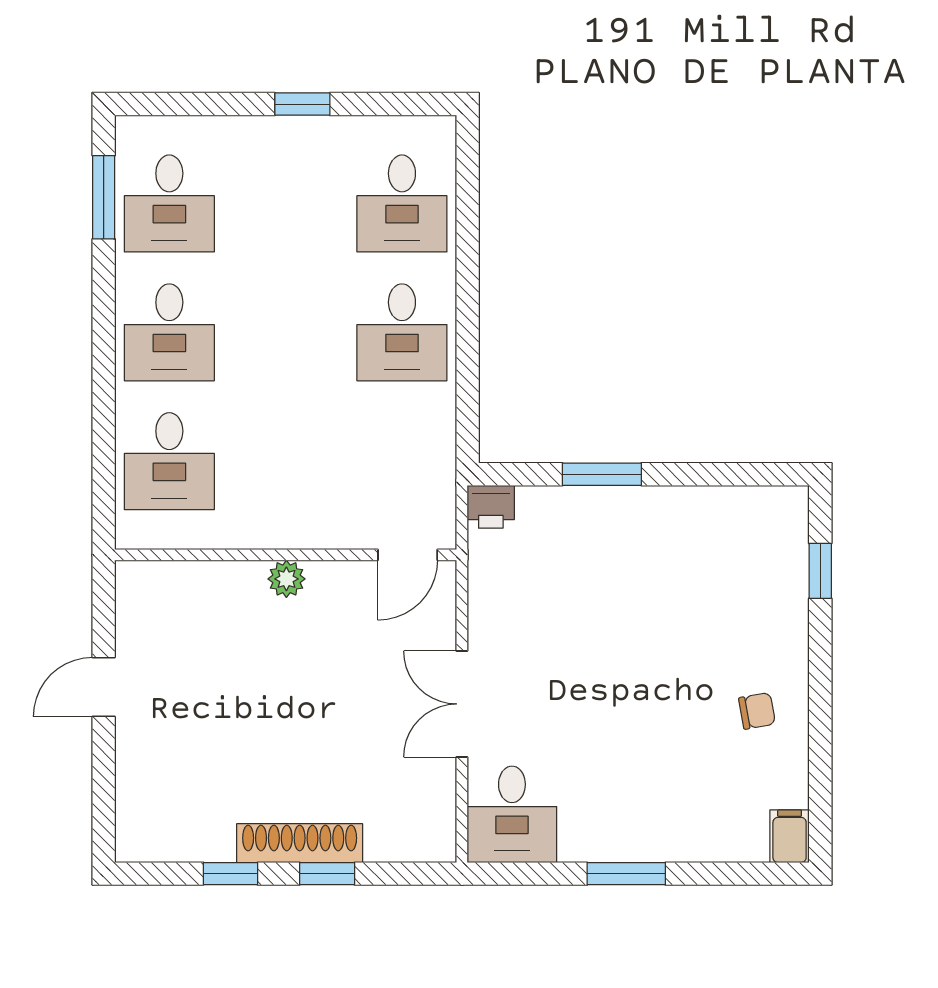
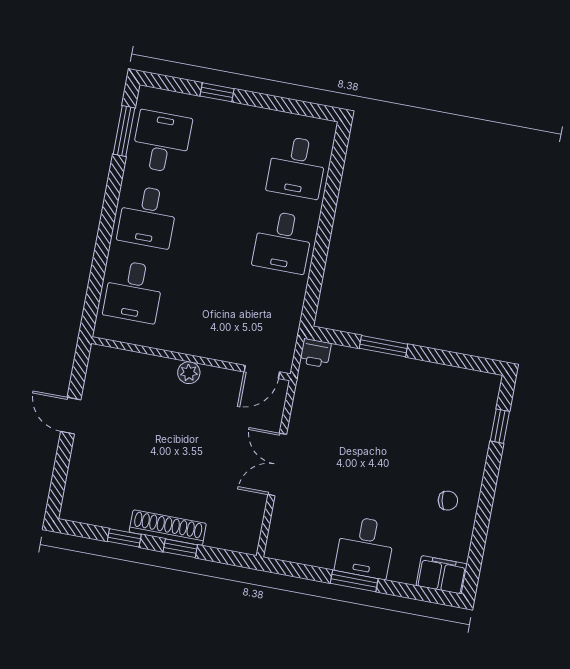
window: (302, 104) -> (217, 92), moved
desk: (169, 203) -> (162, 142), turned 180
door: (104, 687) -> (71, 416), hinge flipped
desk: (512, 814) -> (365, 547), moved
filing cabinet: (790, 836) -> (442, 575), width x2.00

